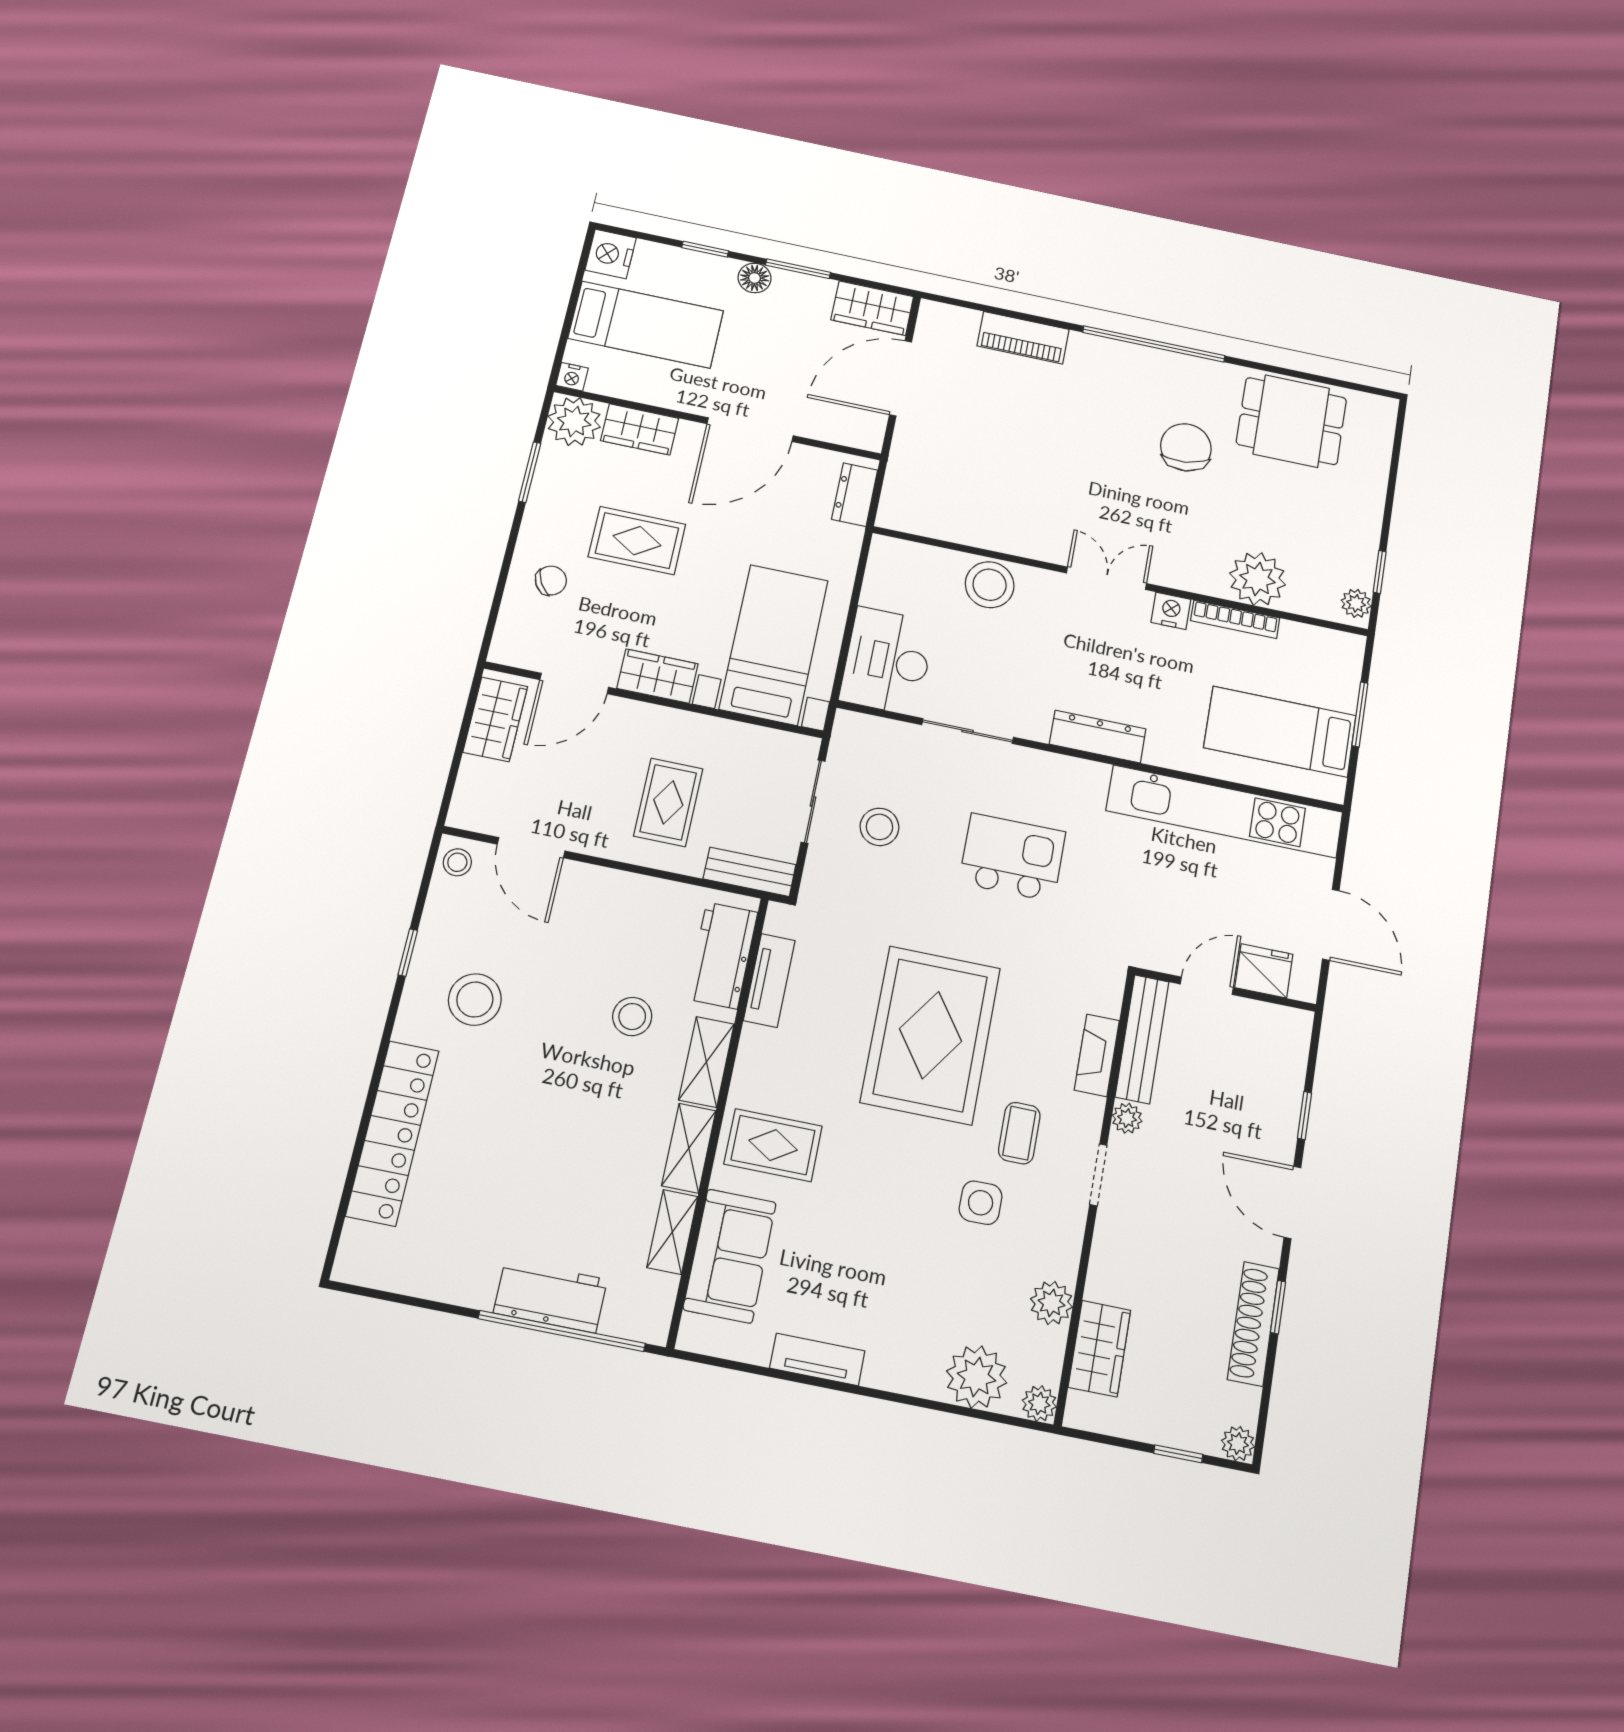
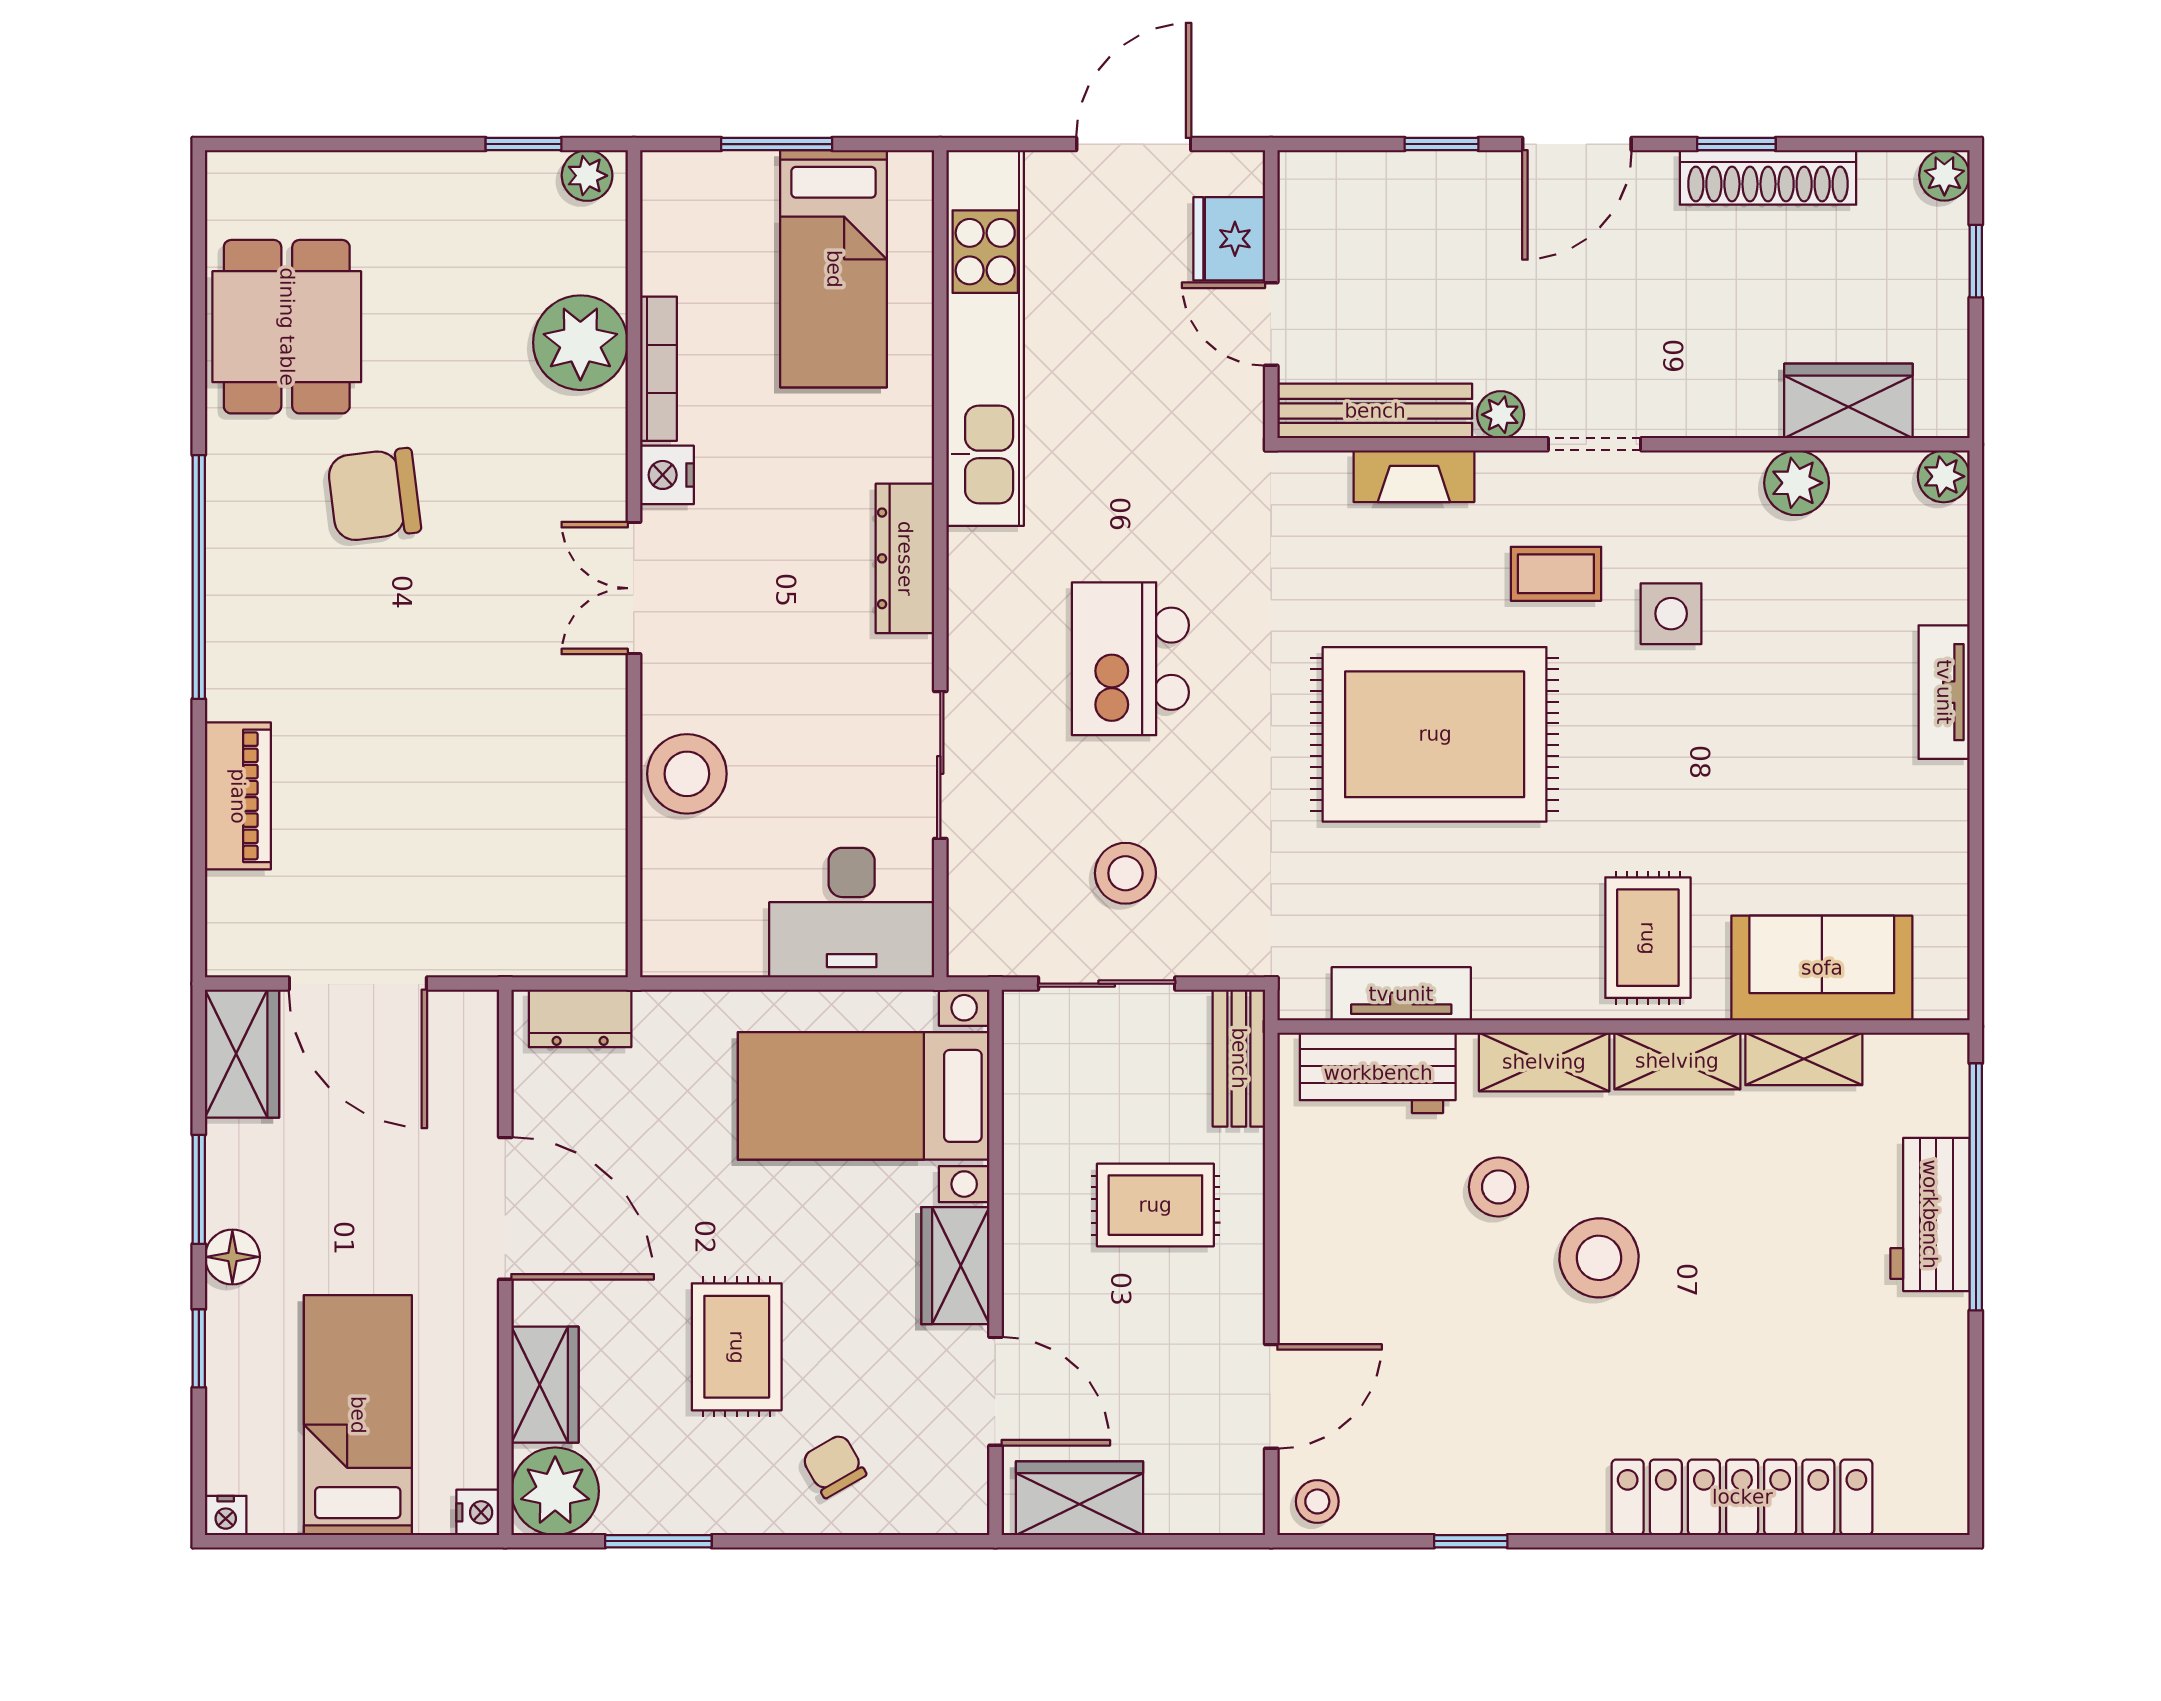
nightstand: (611, 254) -> (226, 1515), width x0.53, depth x0.56
stool: (475, 999) -> (1599, 1258), moved
tv unit: (817, 1359) -> (1944, 692), moved
plant: (977, 1377) -> (1924, 575), removed

